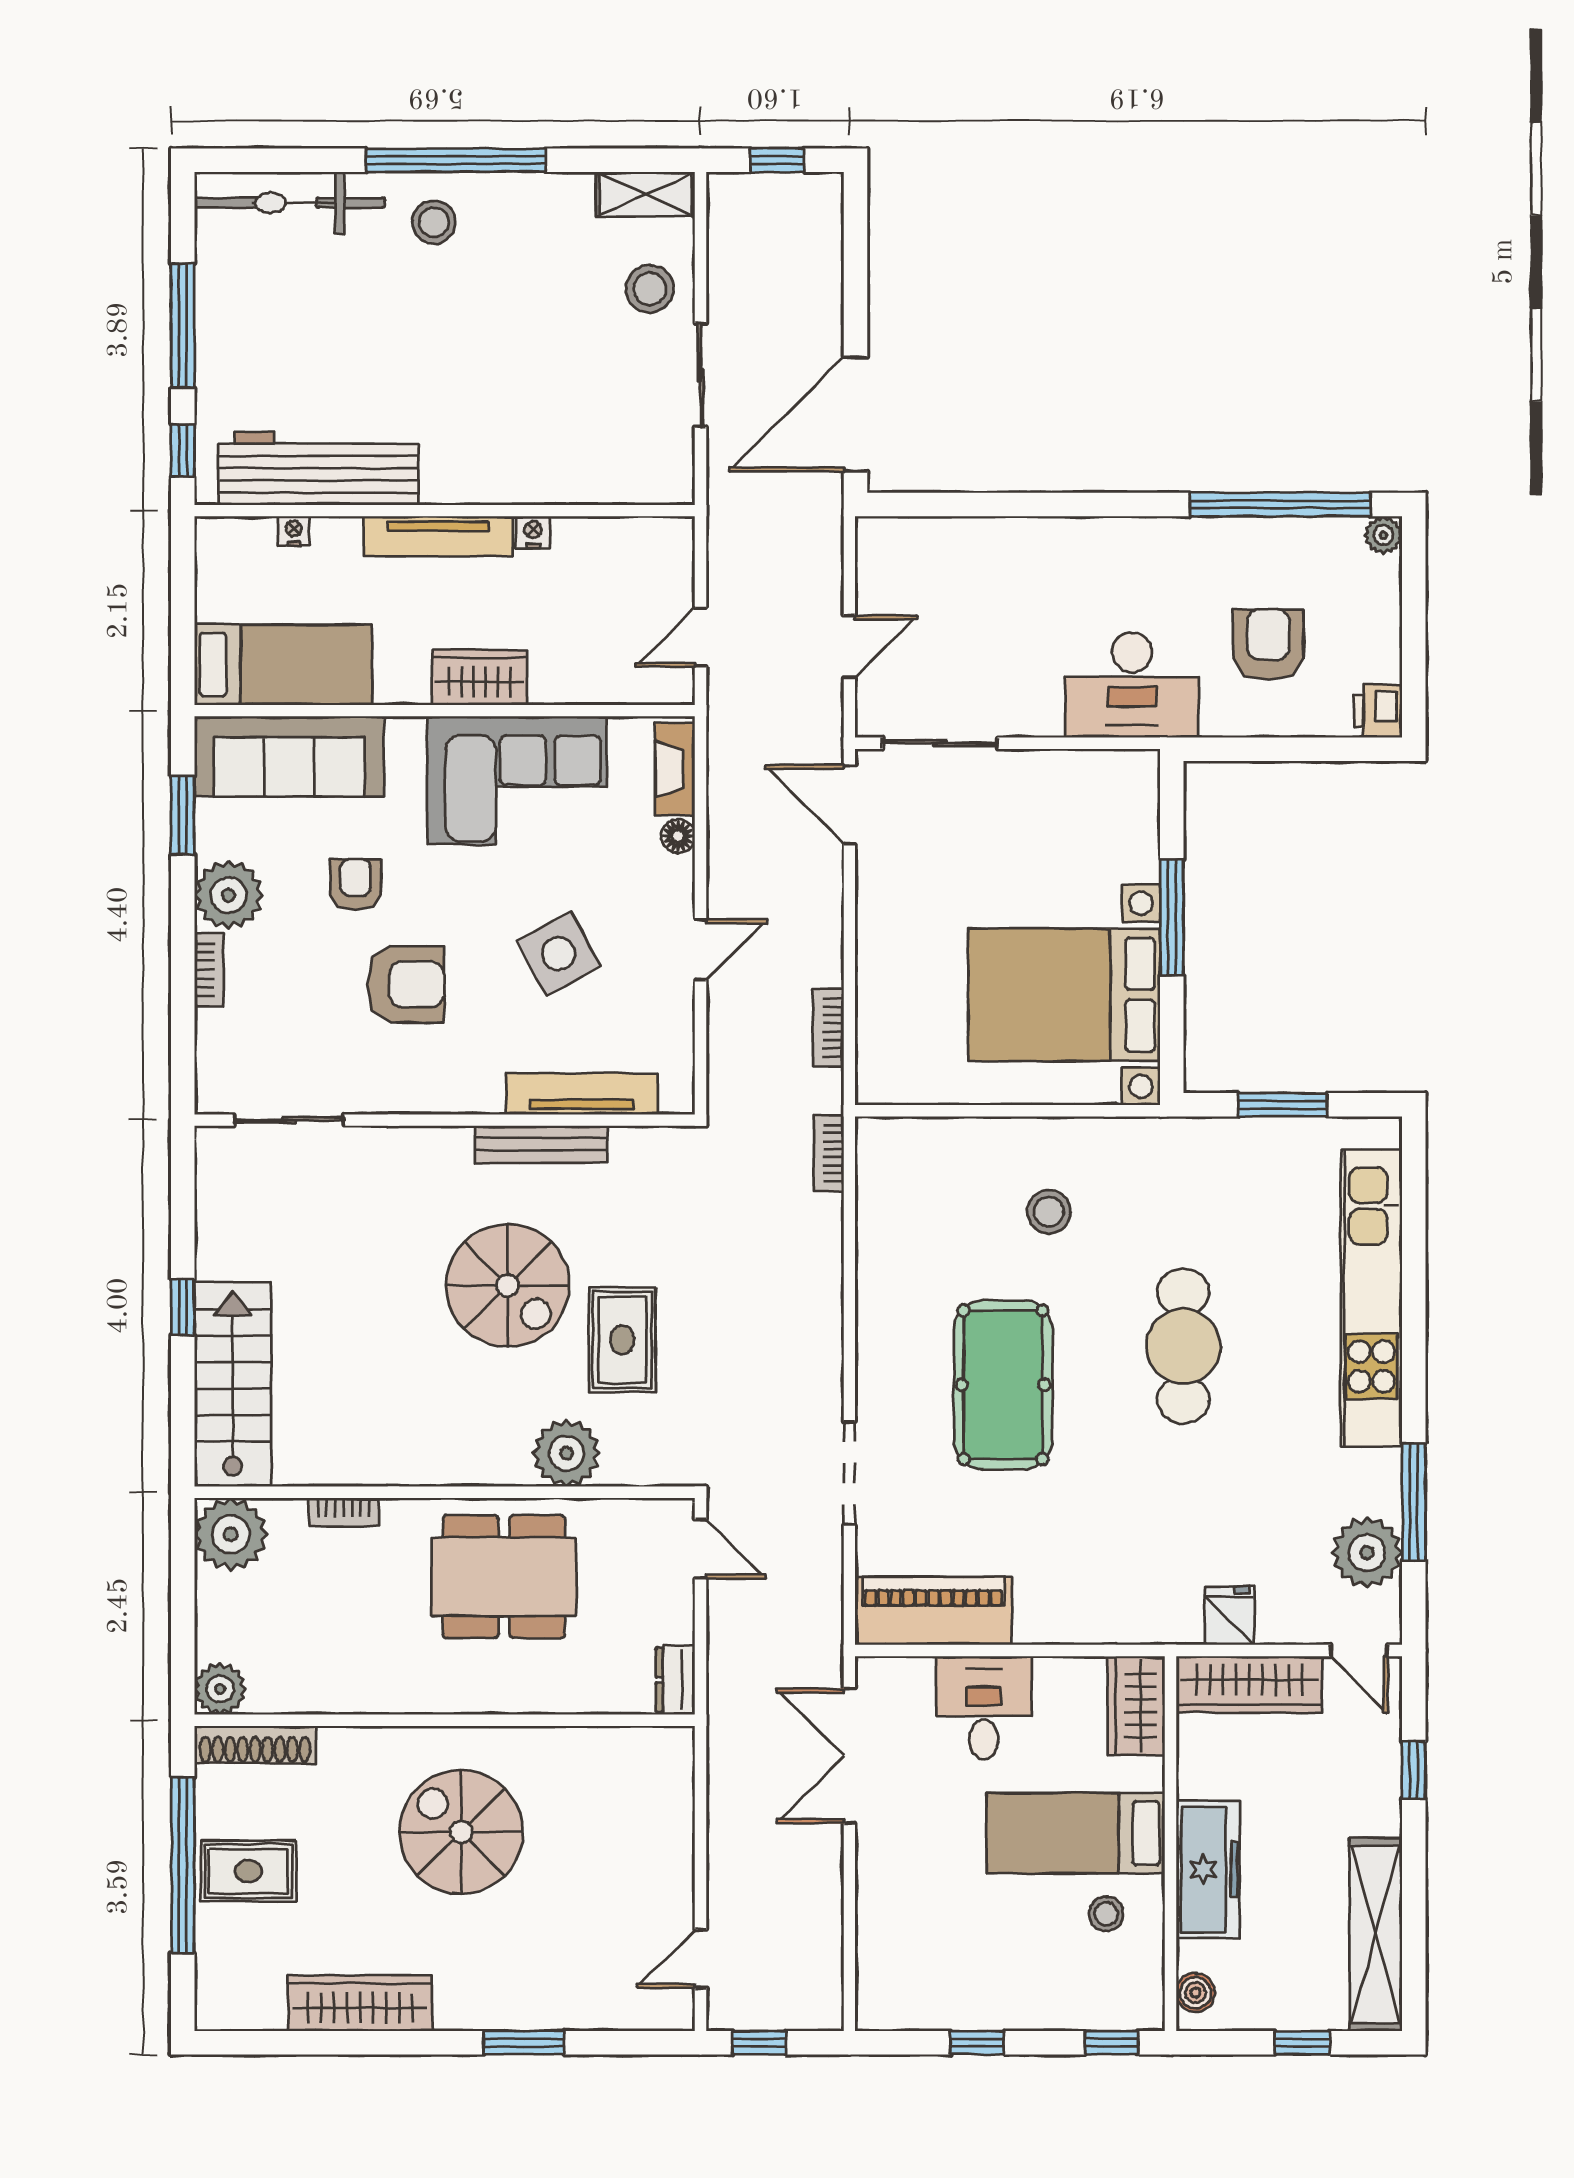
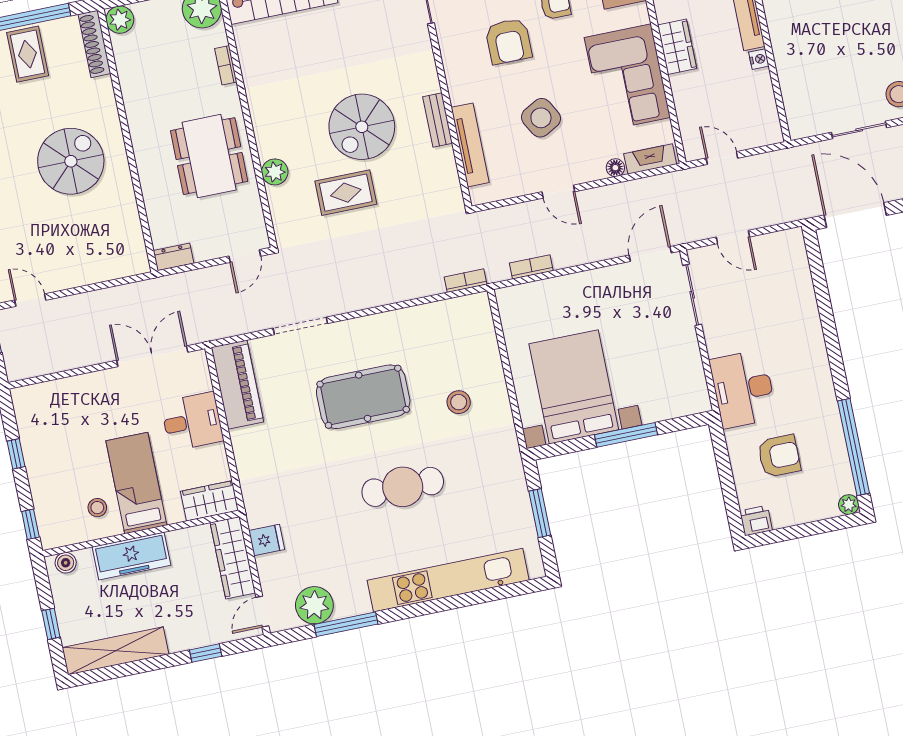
bench: (541, 1144) -> (438, 120), width x0.73
plant: (567, 1453) -> (275, 172), width x0.73, depth x0.73

